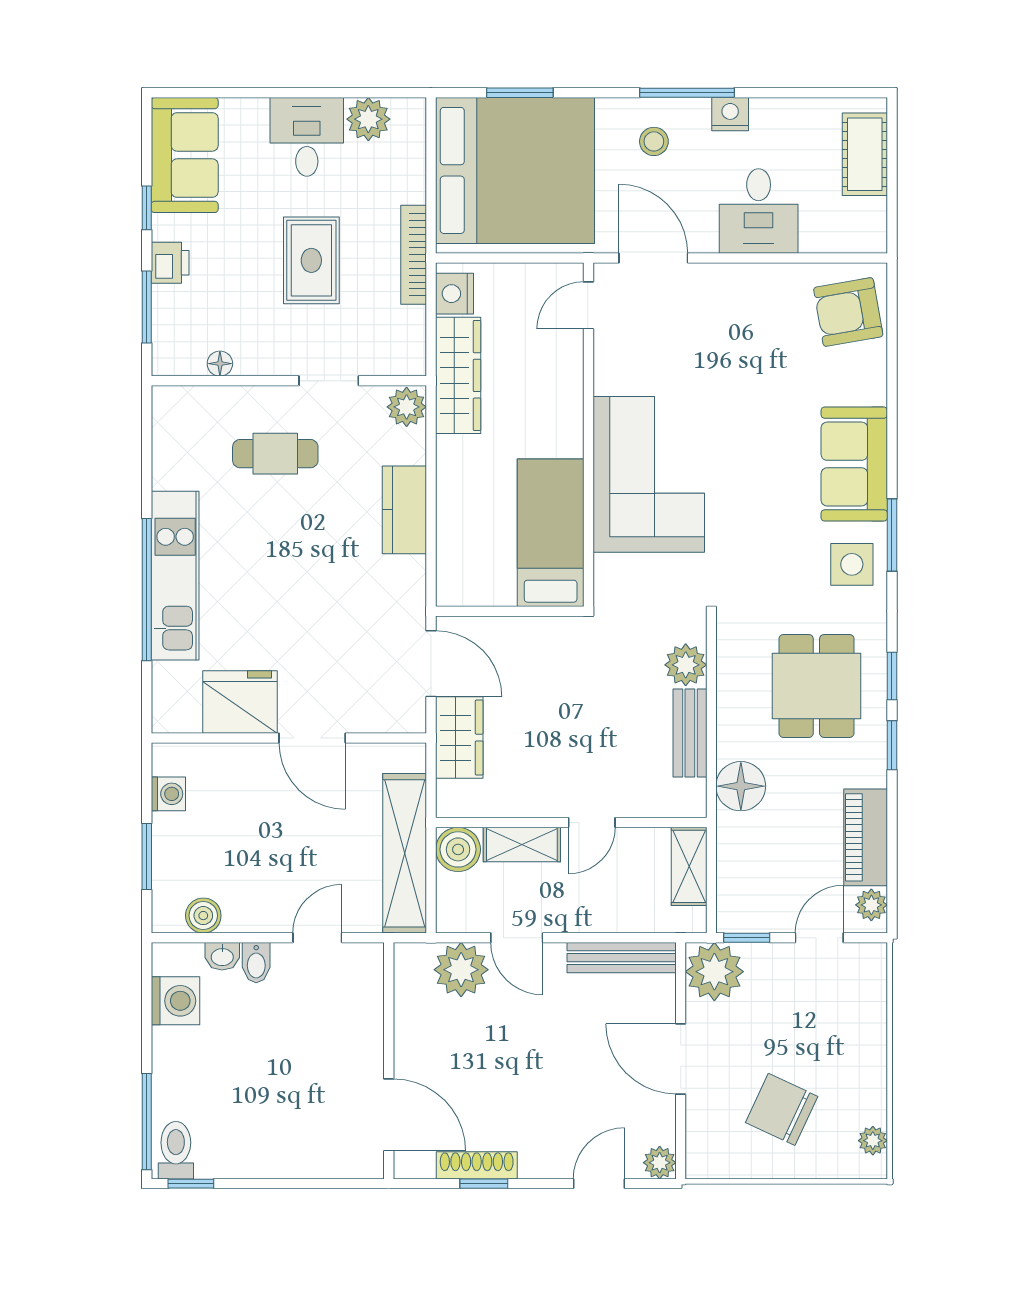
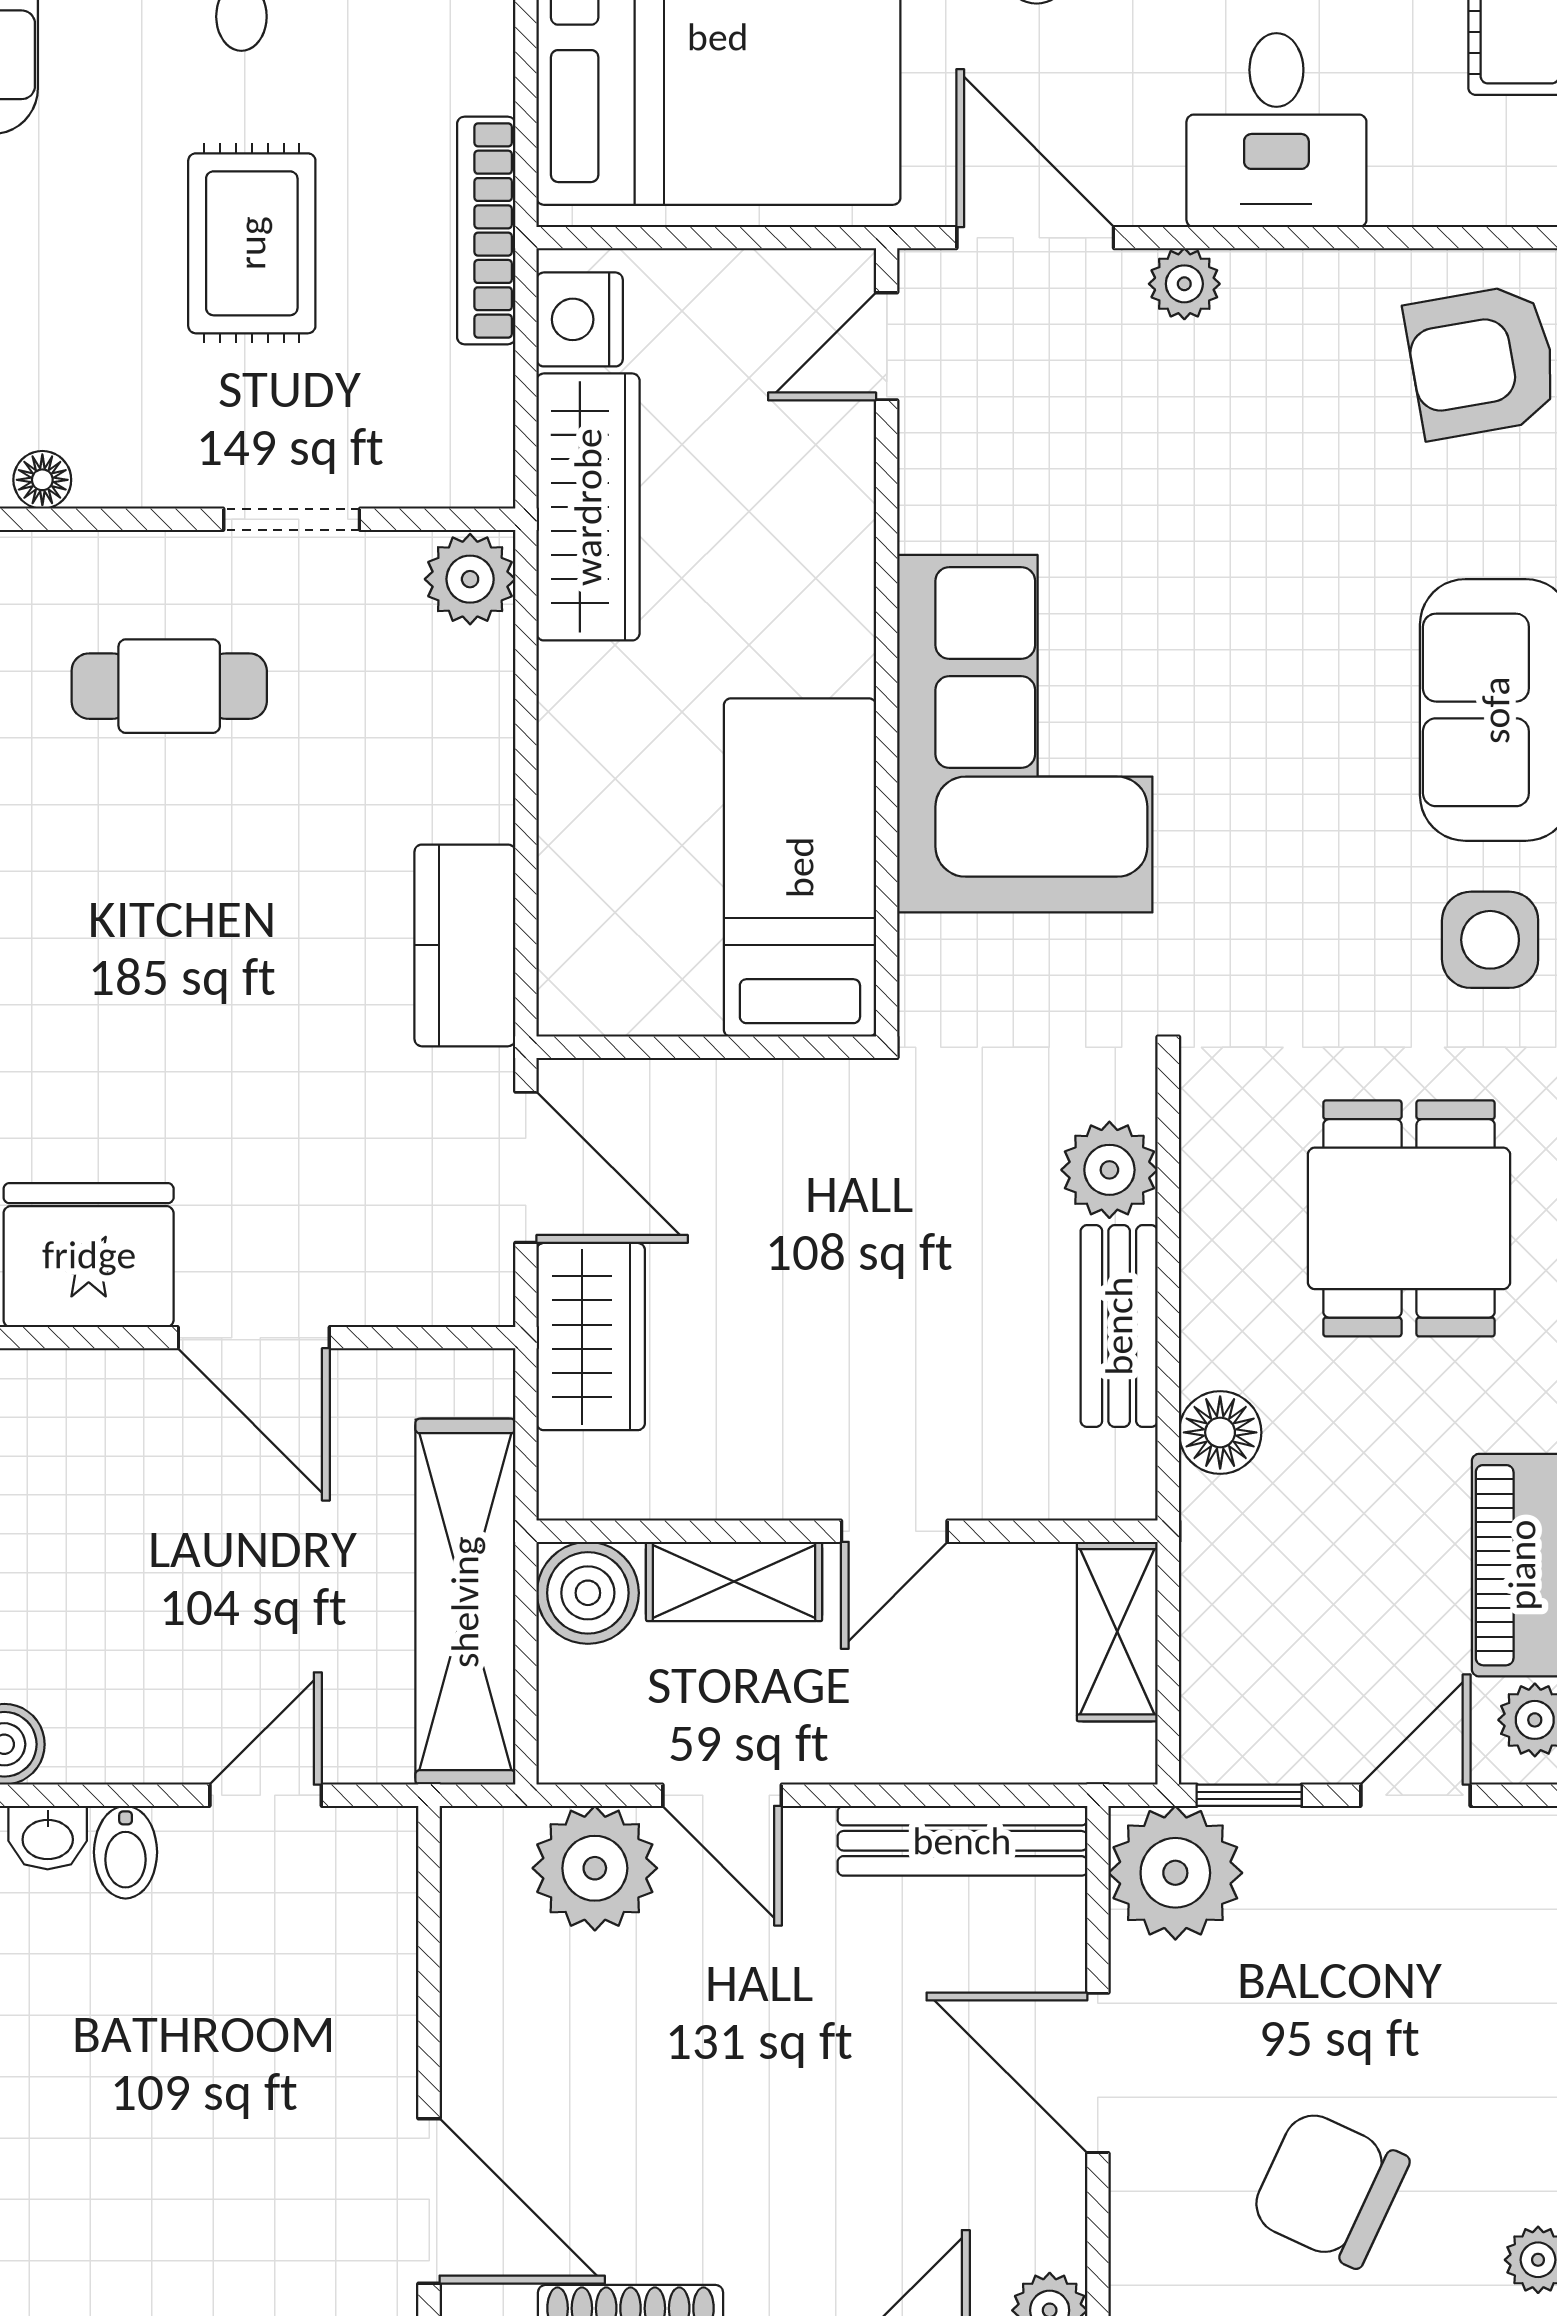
plant: (718, 278) -> (1184, 284), added
kitchen counter: (404, 510) -> (465, 945), moved
floor lamp: (741, 786) -> (1220, 1432), width x0.73, depth x0.73

